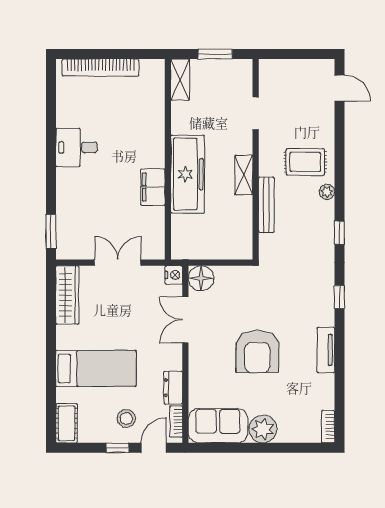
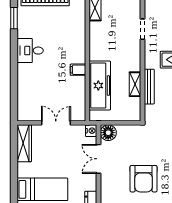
freezer: (188, 174) -> (100, 86), moved
shelving: (244, 175) -> (135, 84), moved
filing cabinet: (153, 187) -> (78, 70), width x0.50
window: (51, 232) -> (14, 18), moved

